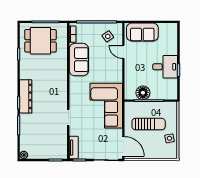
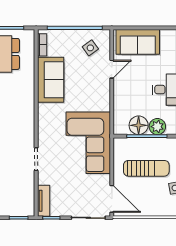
door: (123, 52) -> (112, 69), swing flipped
plant: (157, 94) -> (157, 127), added

